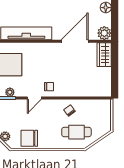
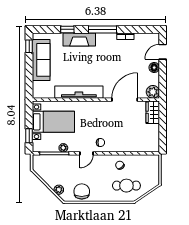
chair: (29, 138) -> (82, 191), turned 90

